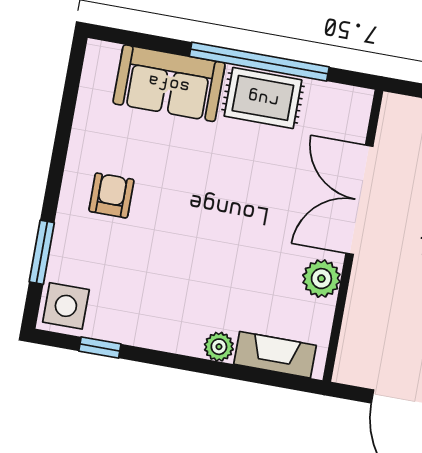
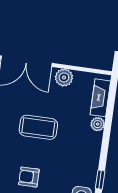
coffee table: (217, 220) -> (38, 127), added

